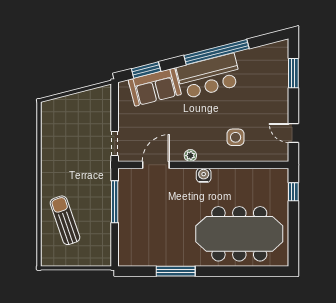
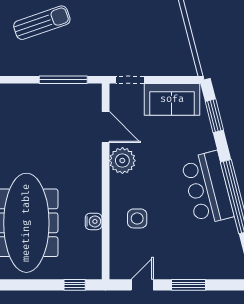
window: (293, 73) -> (188, 285), moved
sofa: (155, 87) -> (172, 99), moved, turned -76
plant: (190, 156) -> (122, 161), width x1.87, depth x1.87
water cooler: (204, 175) -> (94, 221), moved

